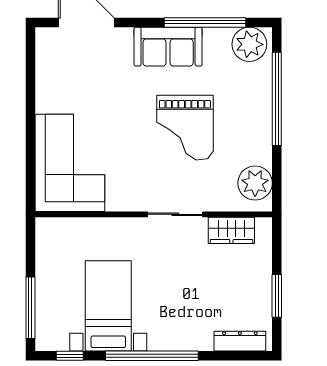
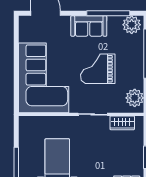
grand piano: (185, 128) -> (98, 69), turned 90
corner sofa: (70, 163) -> (44, 78), width x1.36, depth x1.36

